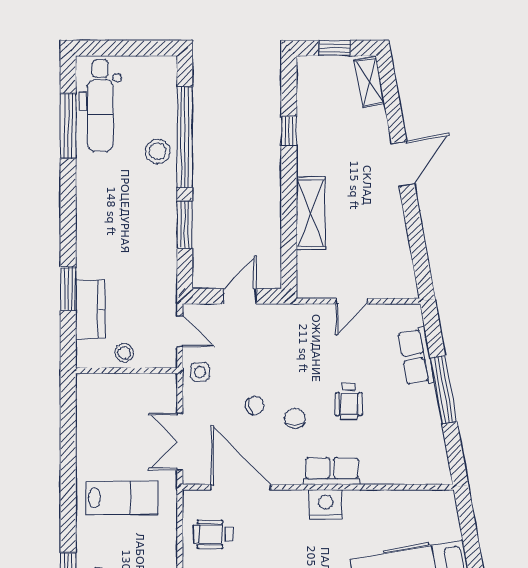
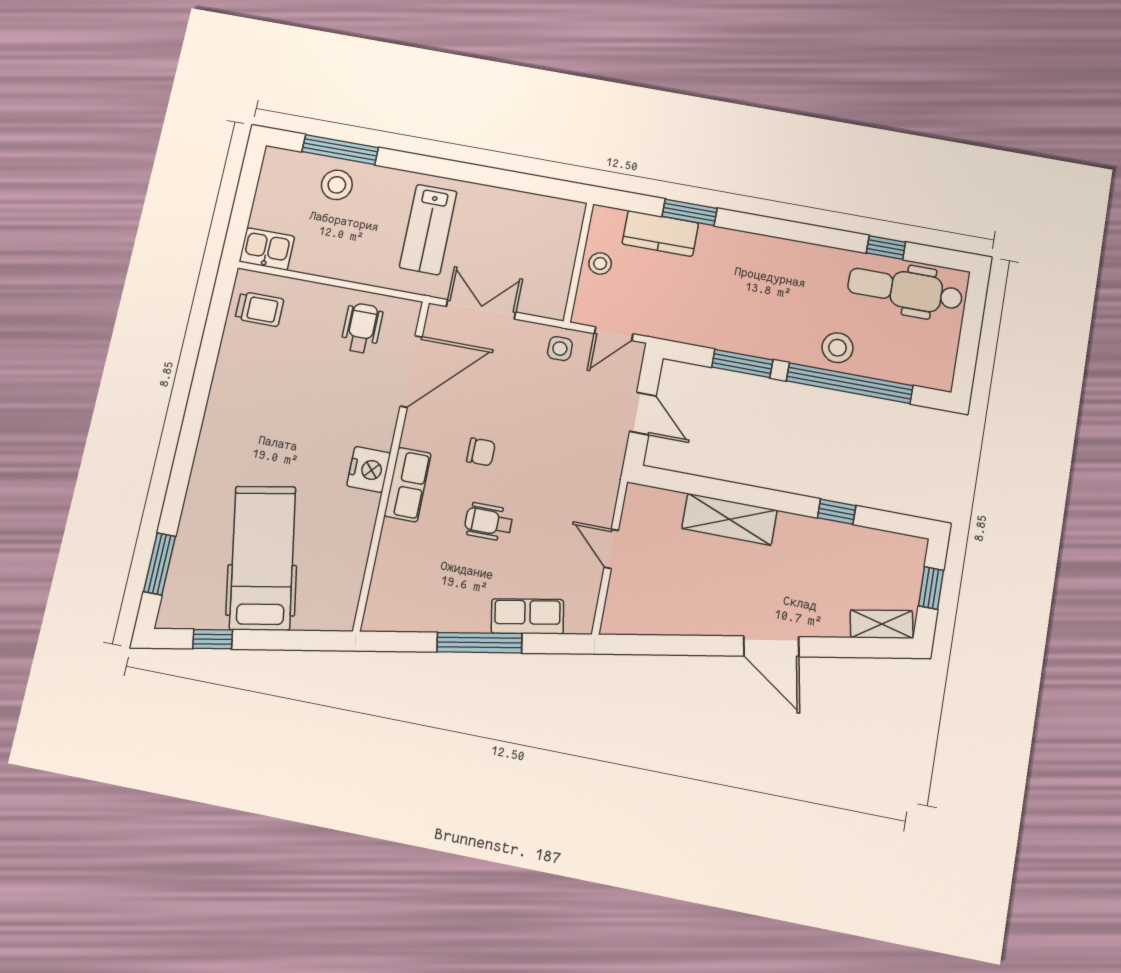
window: (68, 126) -> (886, 247), width x0.46
chair: (255, 405) -> (507, 406), removed

